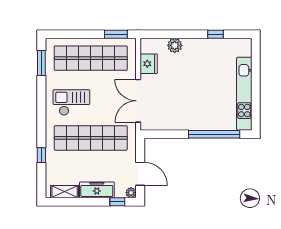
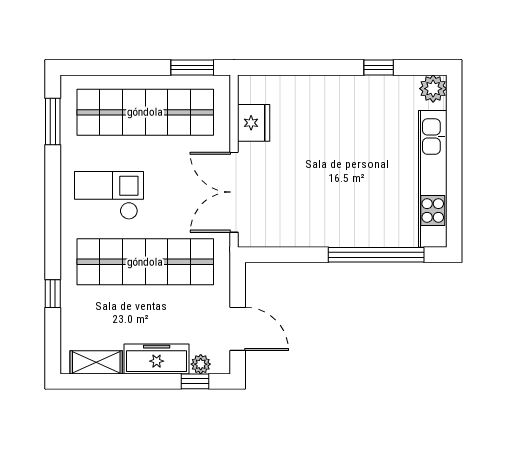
plant: (175, 45) -> (433, 89), moved
plant: (131, 193) -> (201, 364), moved

